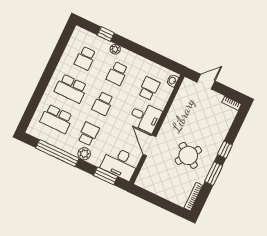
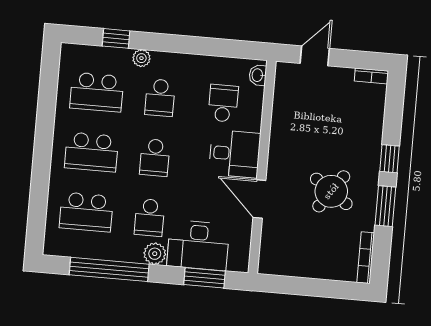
school desk: (85, 58) -> (97, 92), width x1.85
school desk: (88, 134) -> (149, 218), turned 180
desk: (120, 163) -> (198, 245), moved

